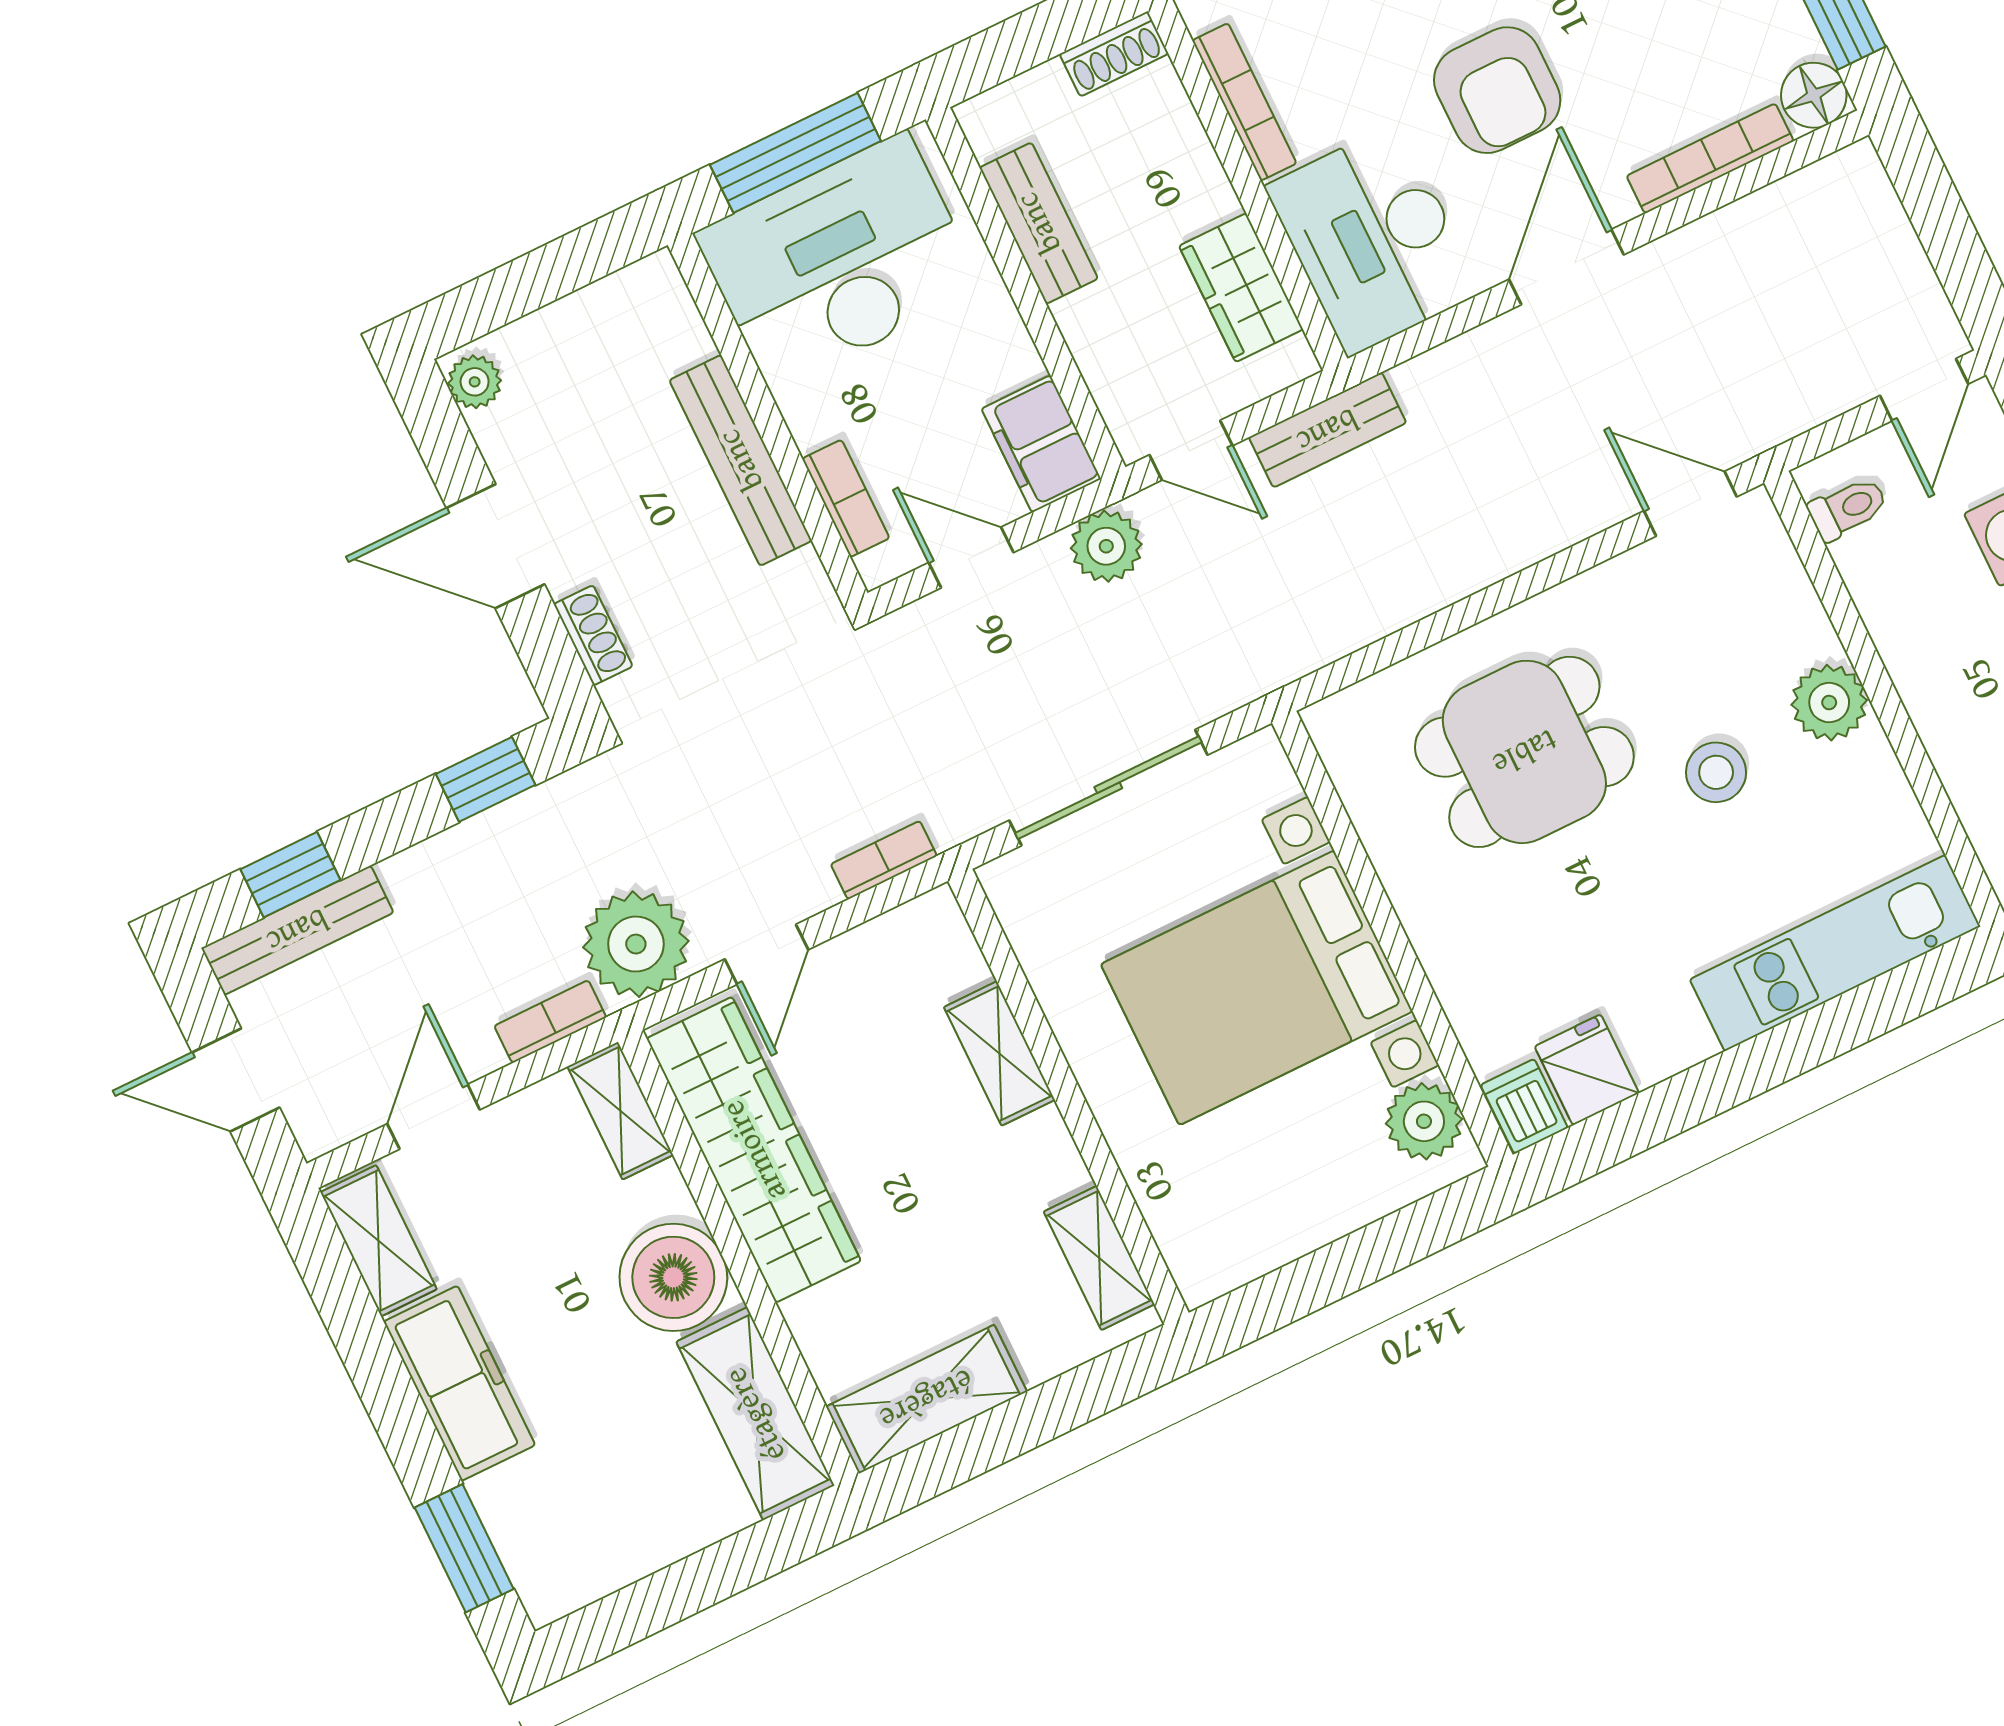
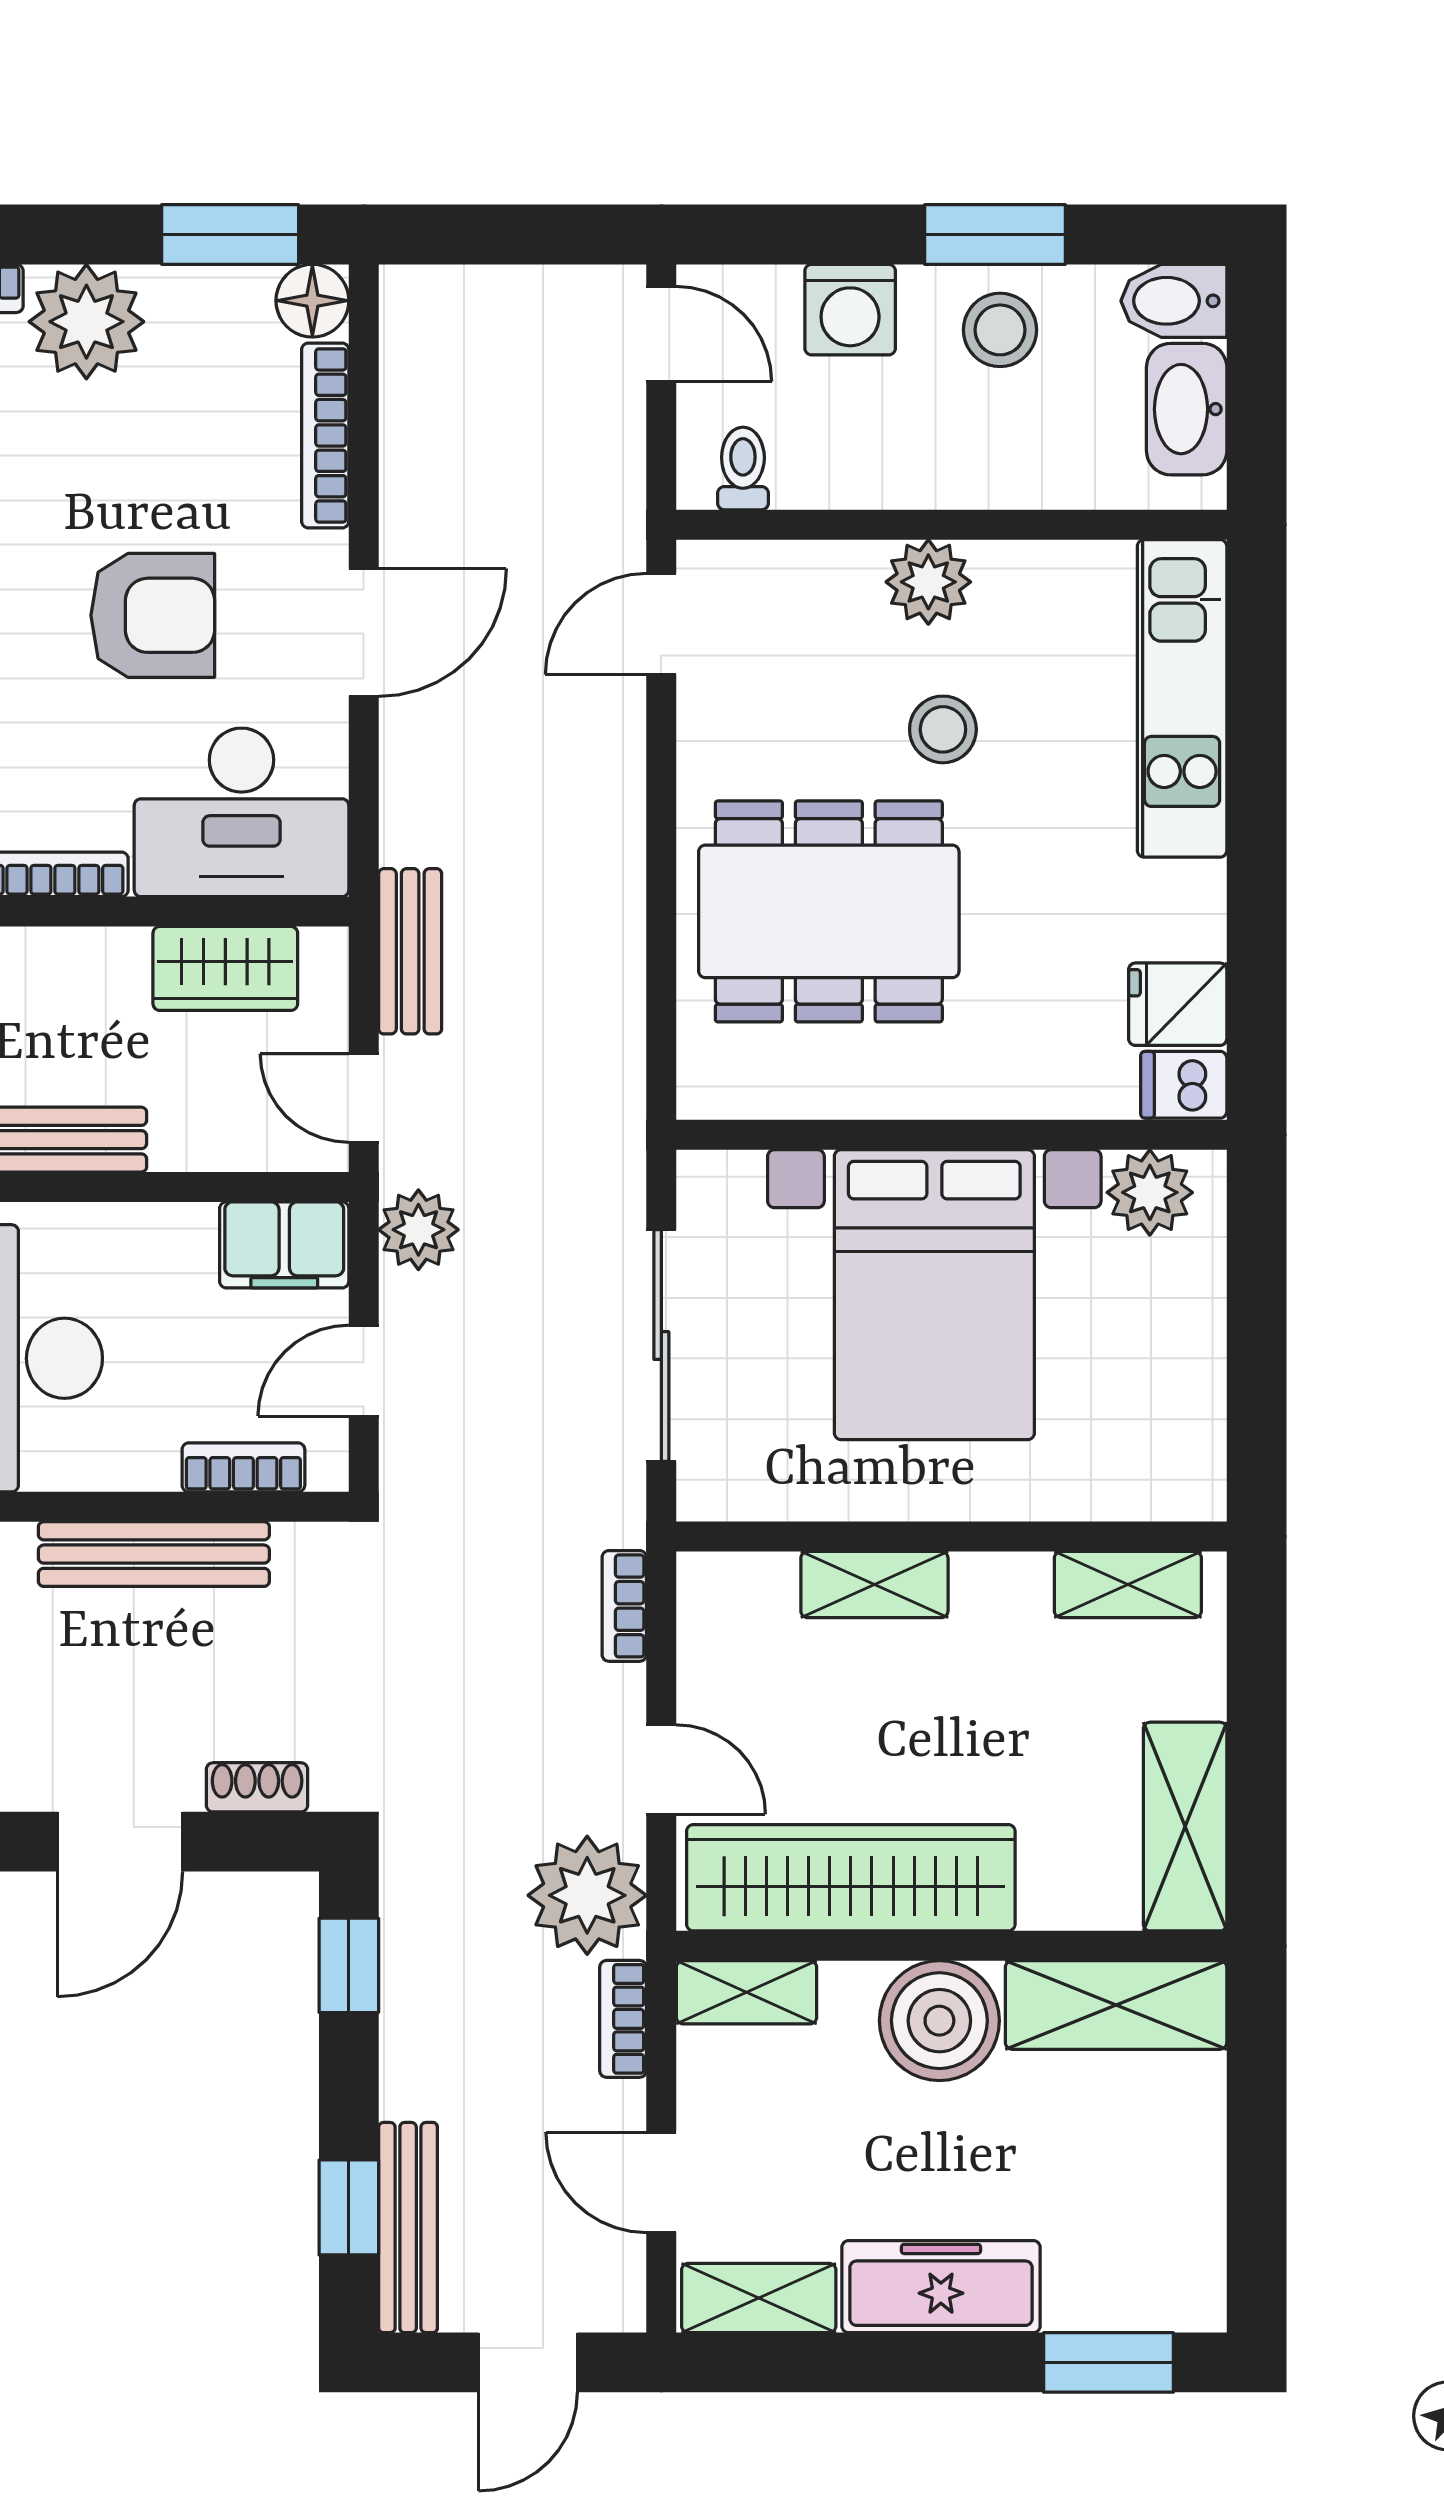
door: (1566, 267) -> (364, 632), swing flipped
door: (1191, 450) -> (364, 1098), swing flipped
dining table: (1524, 752) -> (829, 911), width x1.38

